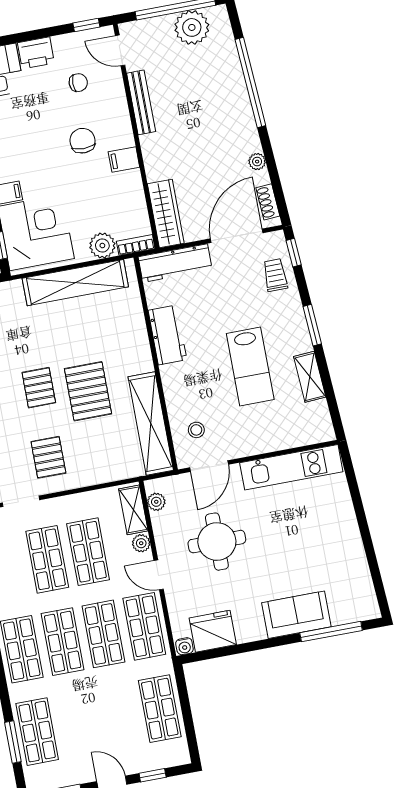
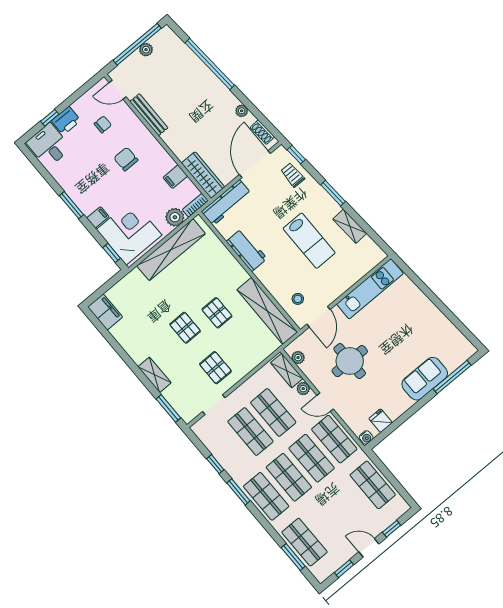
window: (86, 25) -> (50, 118), moved
plant: (192, 27) -> (146, 50), width x0.53, depth x0.53
filing cabinet: (124, 160) -> (175, 177), moved
pallet: (88, 391) -> (217, 313), width x0.67, depth x0.71
fridge: (213, 631) -> (381, 421), width x0.53, depth x0.75

